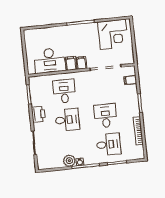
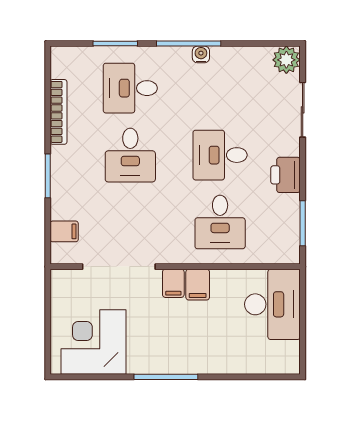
desk: (50, 60) -> (272, 304), moved, turned 90
plant: (69, 161) -> (286, 60), moved

